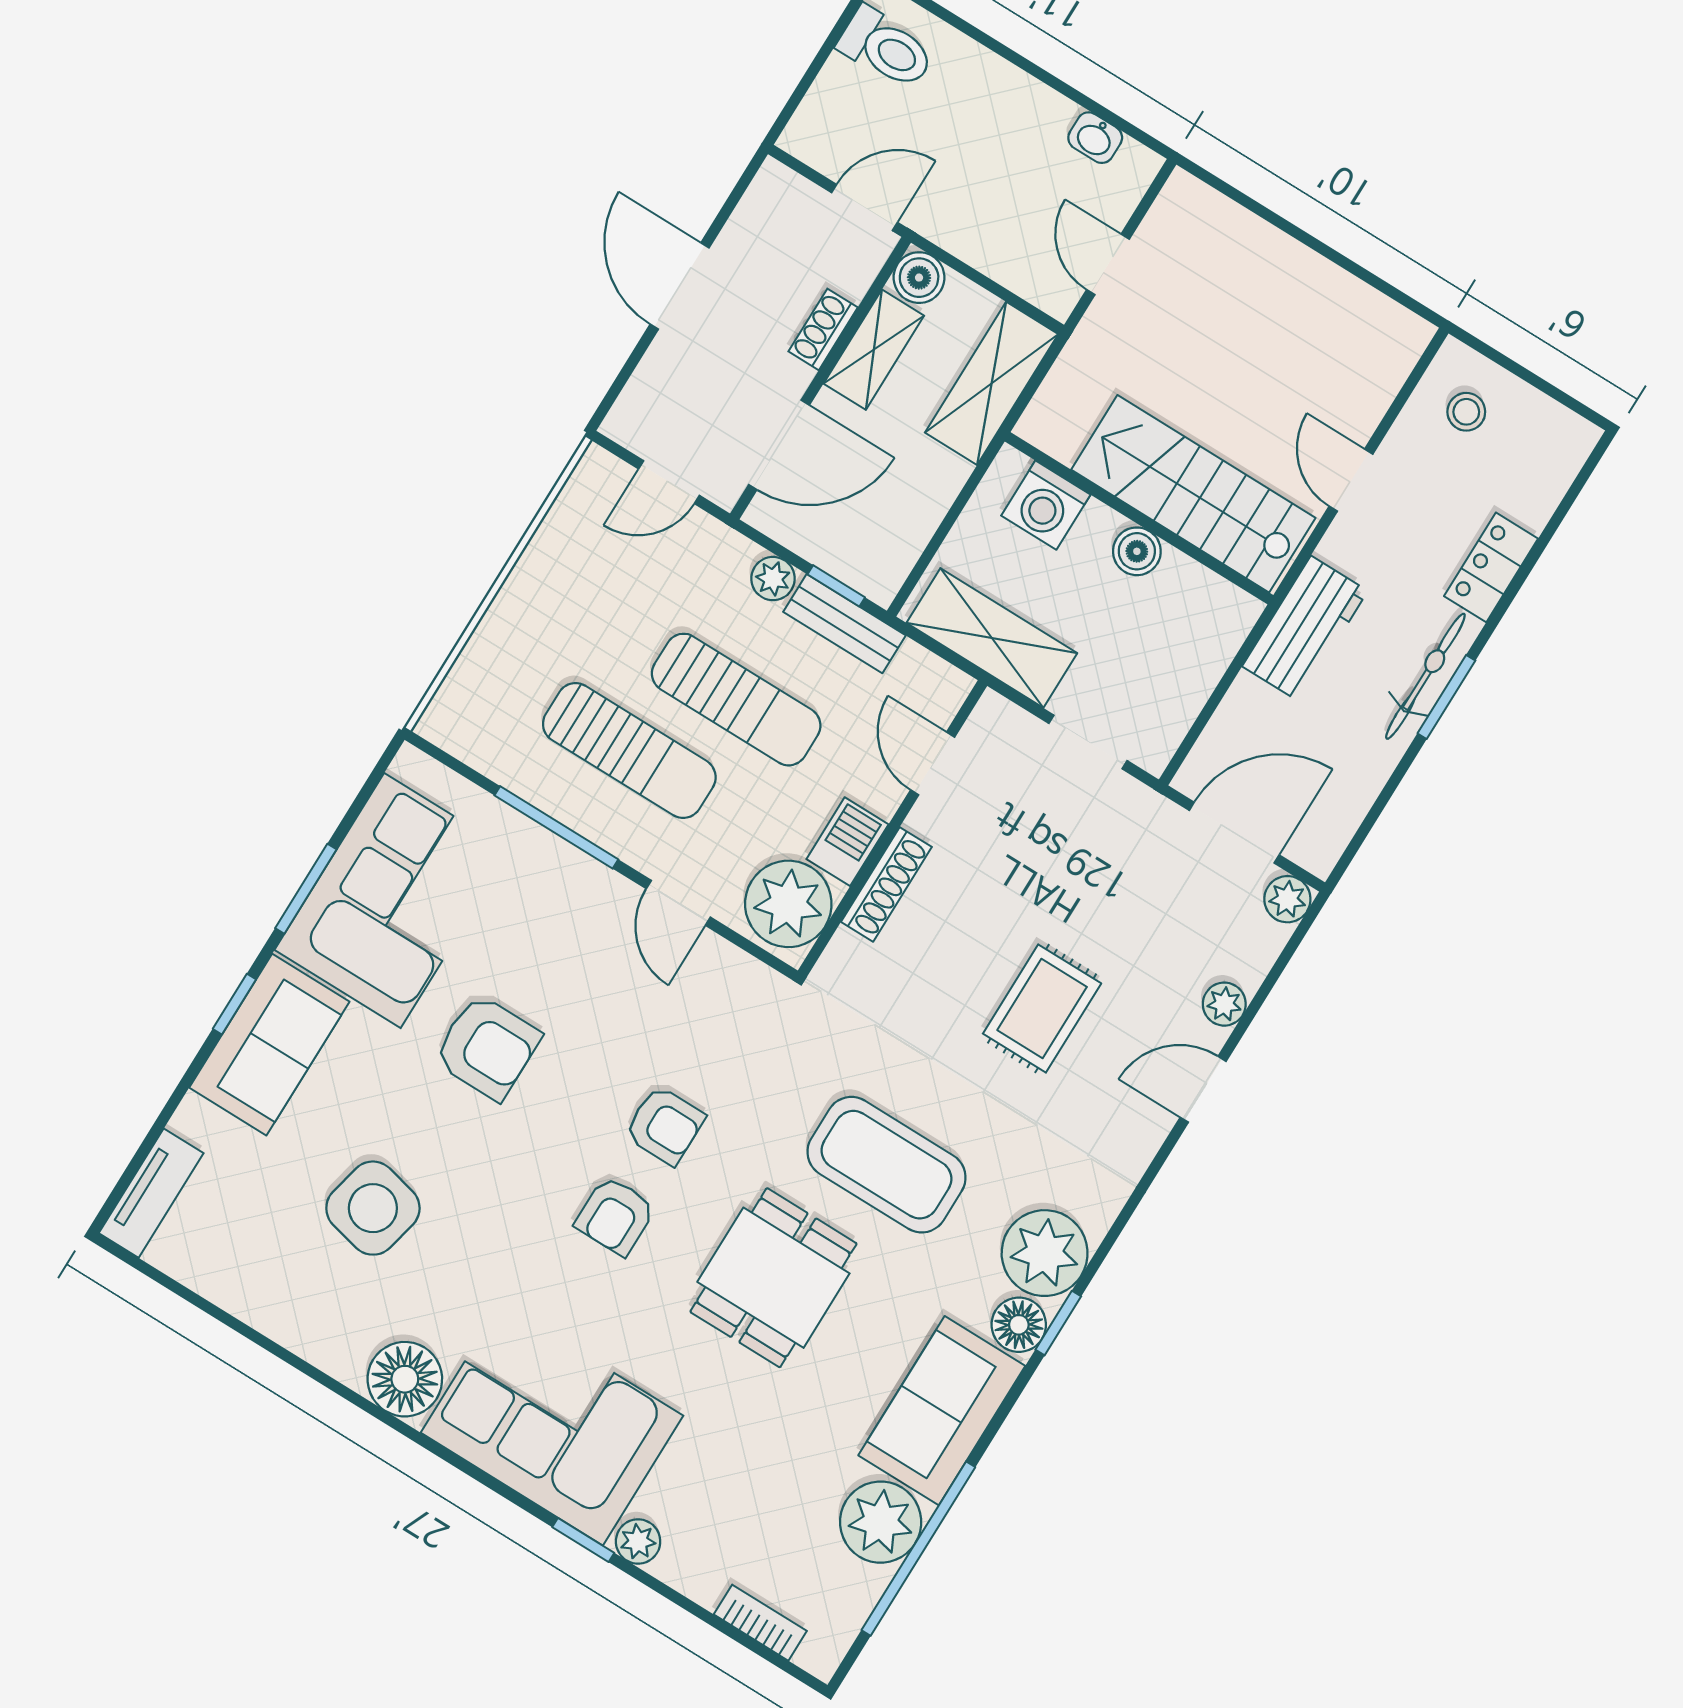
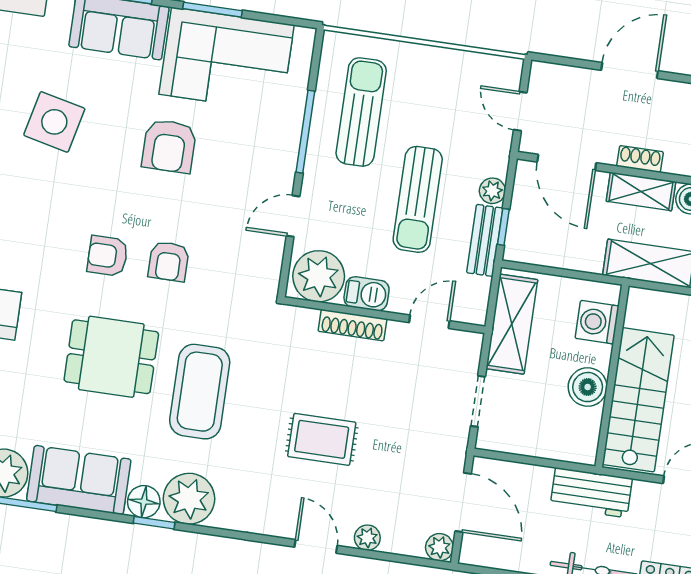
boiler: (1137, 551) -> (588, 387), width x1.36, depth x1.36
sun lounger: (629, 751) -> (361, 112), moved, turned 180

